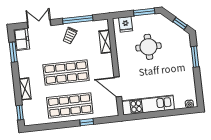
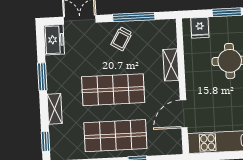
shelving: (105, 42) -> (171, 65), moved
window: (13, 52) -> (42, 77), moved
door: (118, 87) -> (184, 114), hinge flipped

